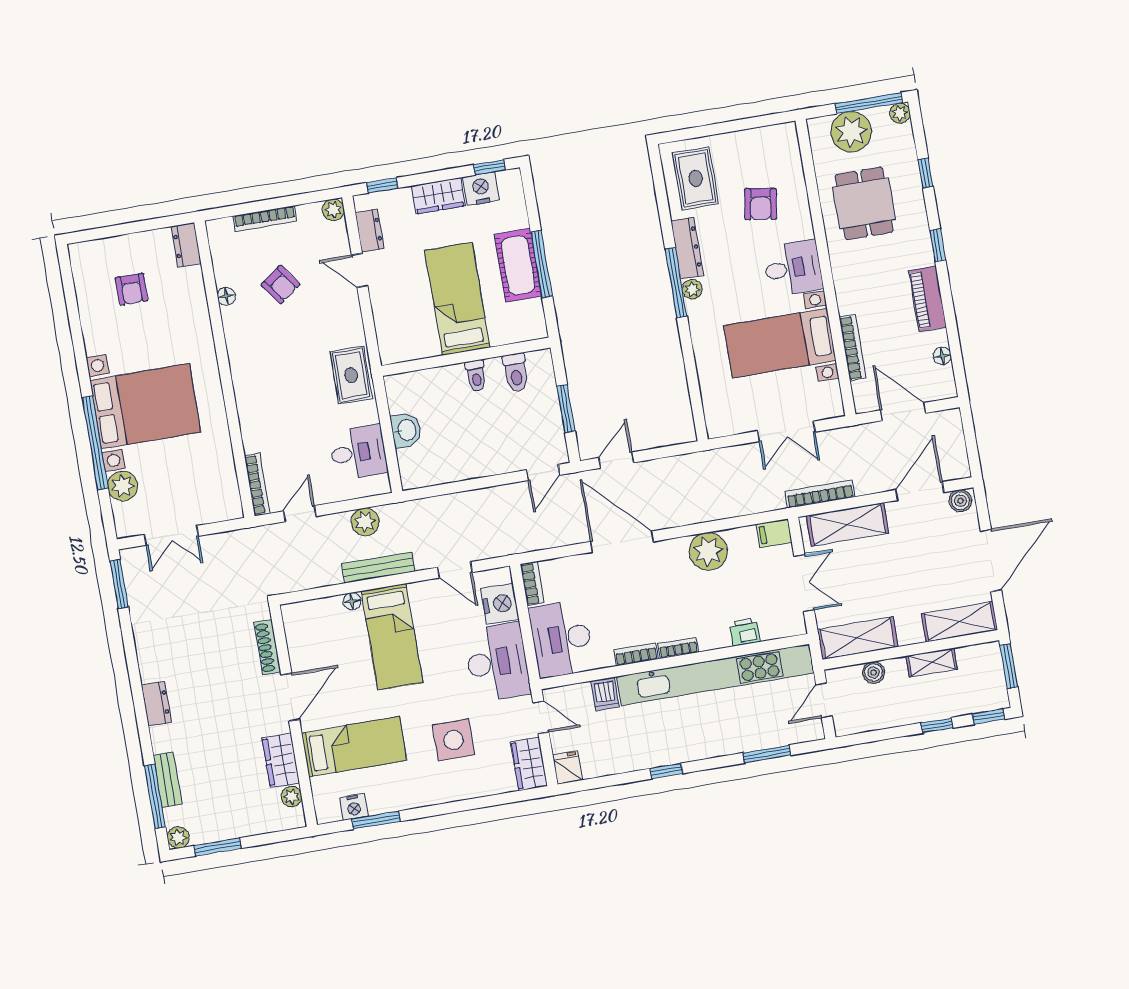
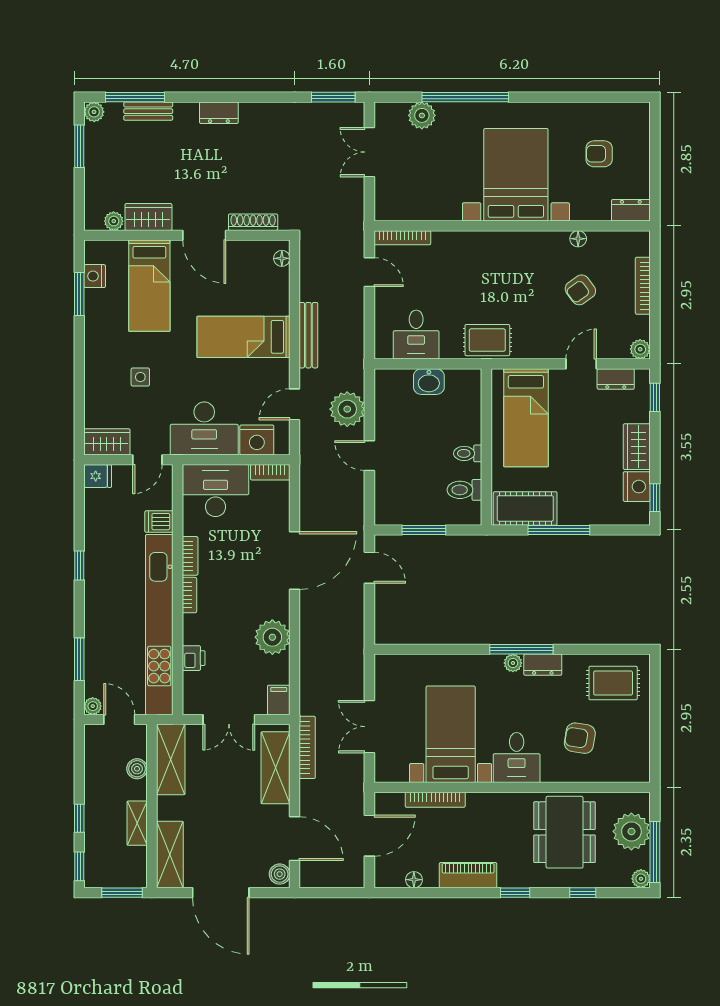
dining table: (864, 203) -> (565, 832), width x1.38
dresser: (687, 248) -> (543, 665), width x0.70
cot: (518, 265) -> (525, 508), moved
bed: (457, 299) -> (526, 418), moved, turned 90
bed with nightstands: (145, 406) -> (516, 175), moved, turned 180
door: (543, 472) -> (369, 456), moved
plant: (365, 522) -> (347, 409), moved, width x1.36, depth x1.36
floor lamp: (352, 601) -> (282, 258), moved
plant: (814, 731) -> (93, 706), added
side table: (454, 740) -> (140, 377), width x0.54, depth x0.54

